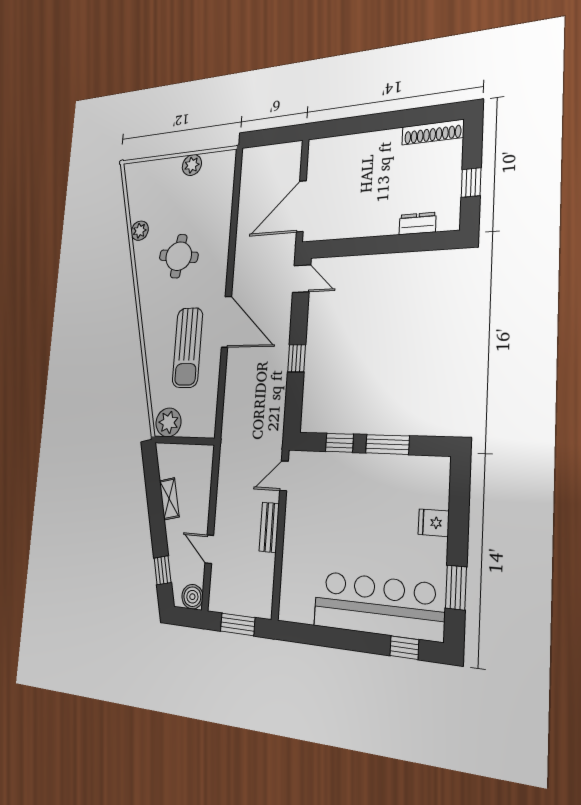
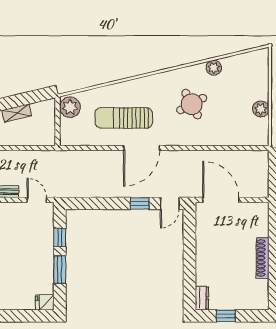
shoe rack: (433, 132) -> (263, 258), moved
dresser: (418, 223) -> (202, 298), moved
round table: (179, 256) -> (192, 104), turned -35
window: (296, 358) -> (140, 203), moved
fridge: (434, 523) -> (45, 302), moved, turned -90

